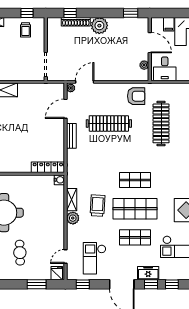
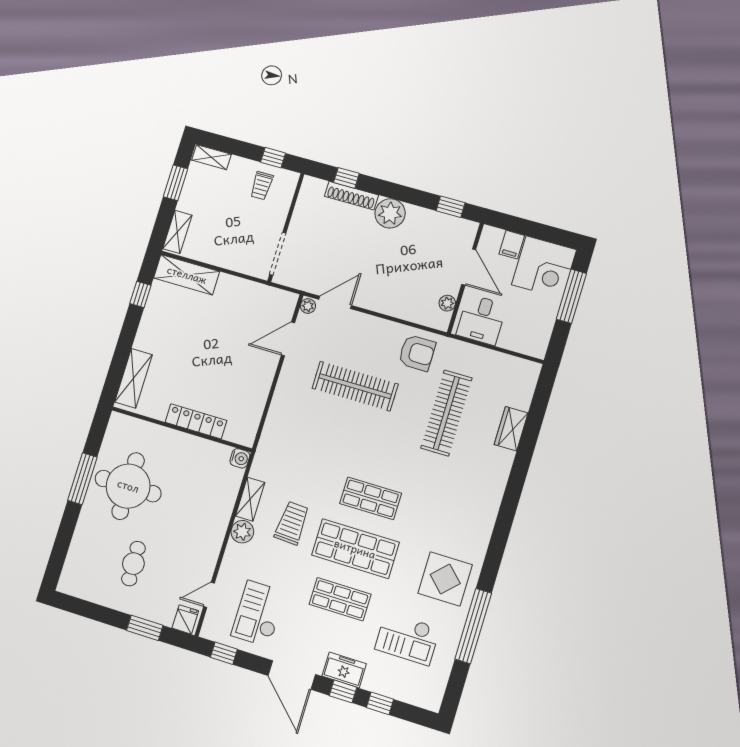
bench: (71, 136) -> (284, 388), removed
locker: (48, 167) -> (196, 421), moved

